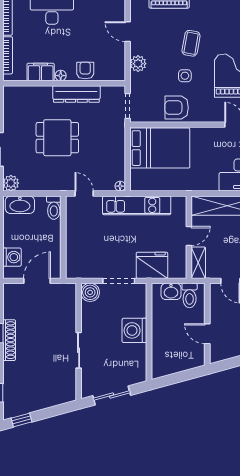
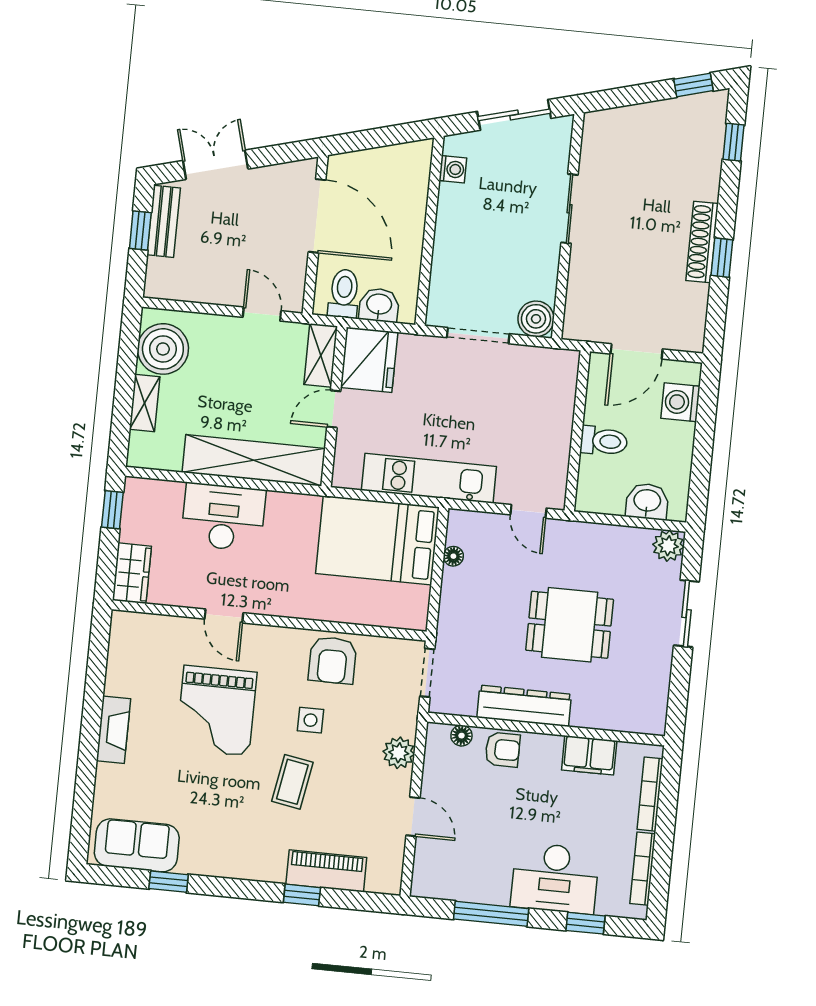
armchair: (85, 70) -> (503, 750), turned -90
floor lamp: (61, 76) -> (461, 736), moved
armchair: (177, 108) -> (332, 660), turned 90
bed: (160, 148) -> (378, 540), moved
floor lamp: (120, 186) -> (453, 556), moved
washbasin: (20, 205) -> (647, 501), width x0.72
toilet: (54, 208) -> (604, 441), moved, turned 90
fridge: (152, 265) -> (369, 360), moved, turned -90
washing machine: (134, 330) -> (453, 169), moved, width x0.53, depth x0.53
door: (207, 334) -> (317, 216), width x1.87

